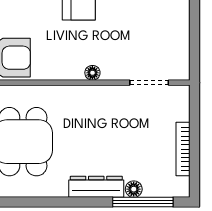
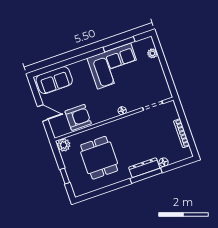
window: (143, 202) -> (146, 176), moved

